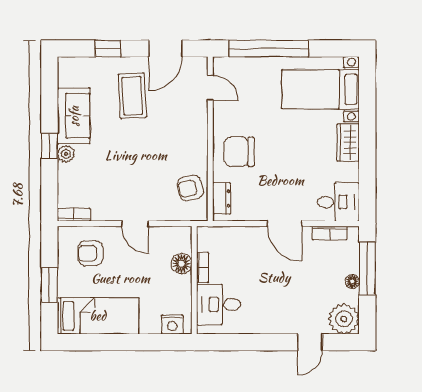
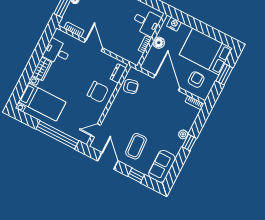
door: (165, 49) -> (108, 161), hinge flipped
door: (210, 88) -> (96, 130), hinge flipped
sofa: (74, 116) -> (162, 166), moved
desk: (338, 202) -> (57, 52), moved
door: (135, 224) -> (167, 83), width x1.87
armchair: (90, 253) -> (196, 80), turned -90
floor lamp: (181, 264) -> (159, 43), moved
bed: (98, 316) -> (206, 51), width x1.50

